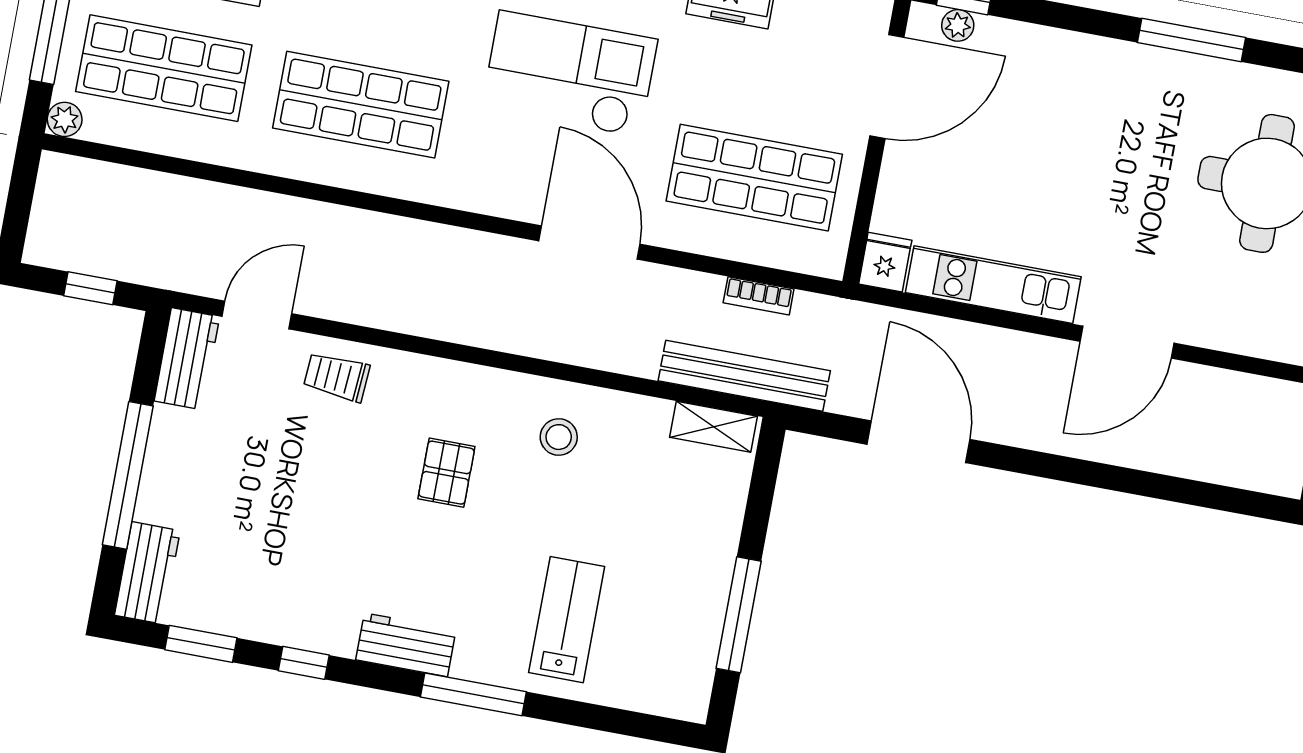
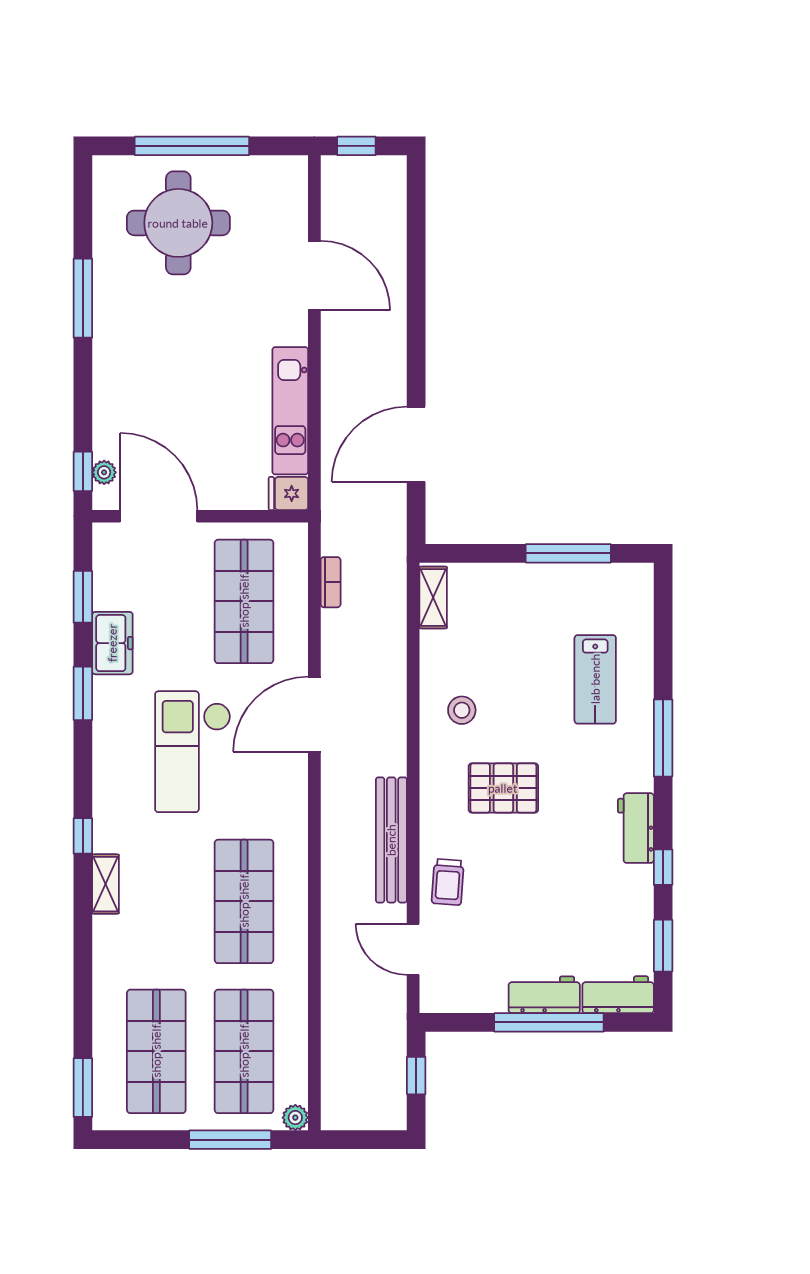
door: (1127, 342) -> (314, 276), moved
workbench: (187, 359) -> (544, 995), moved
bench: (744, 376) -> (391, 840), moved
pallet: (446, 473) -> (503, 788), width x1.50, depth x1.42
lab bench: (567, 620) -> (595, 679), turned -90
workbench: (406, 645) -> (636, 828), moved

